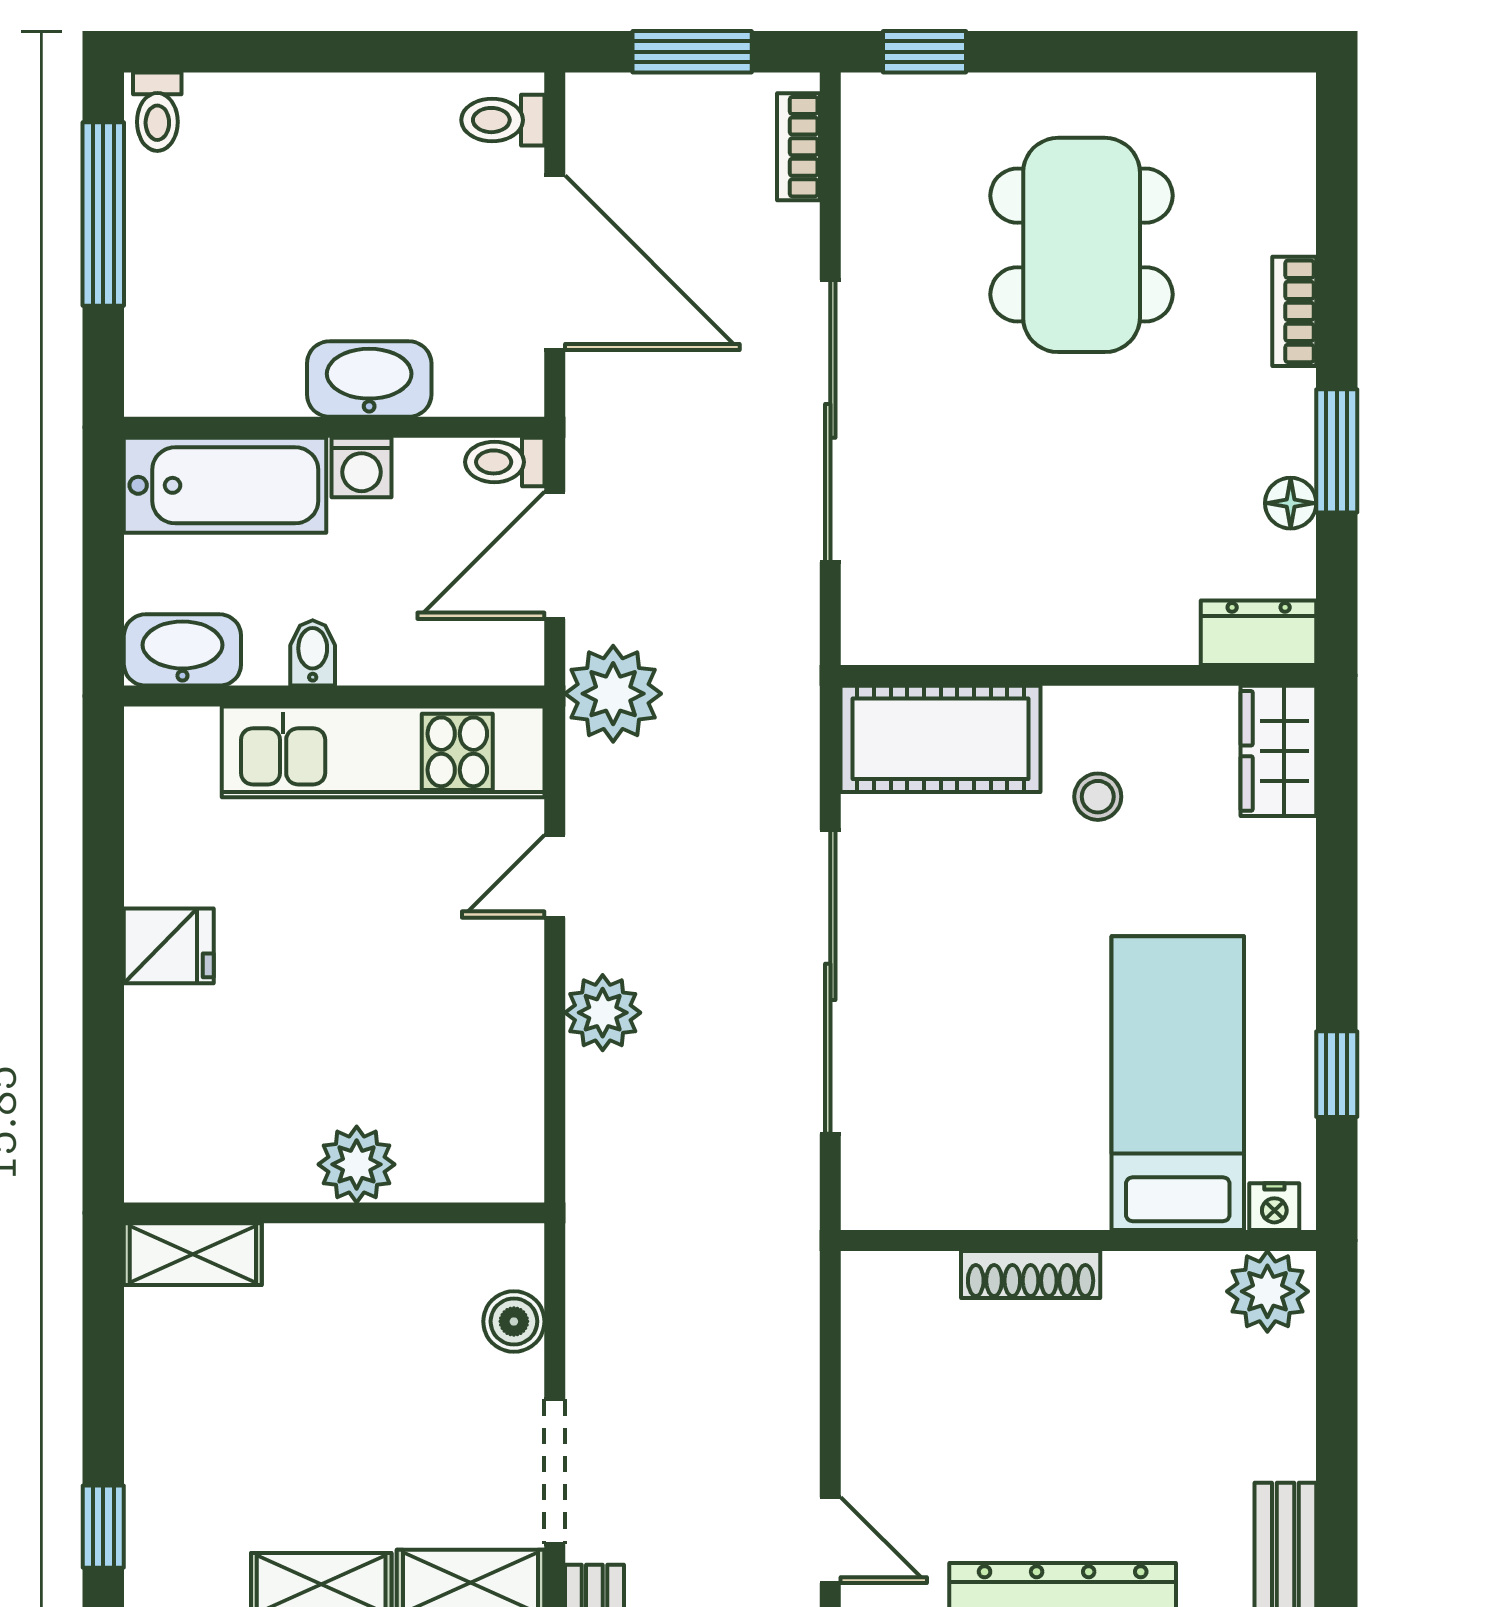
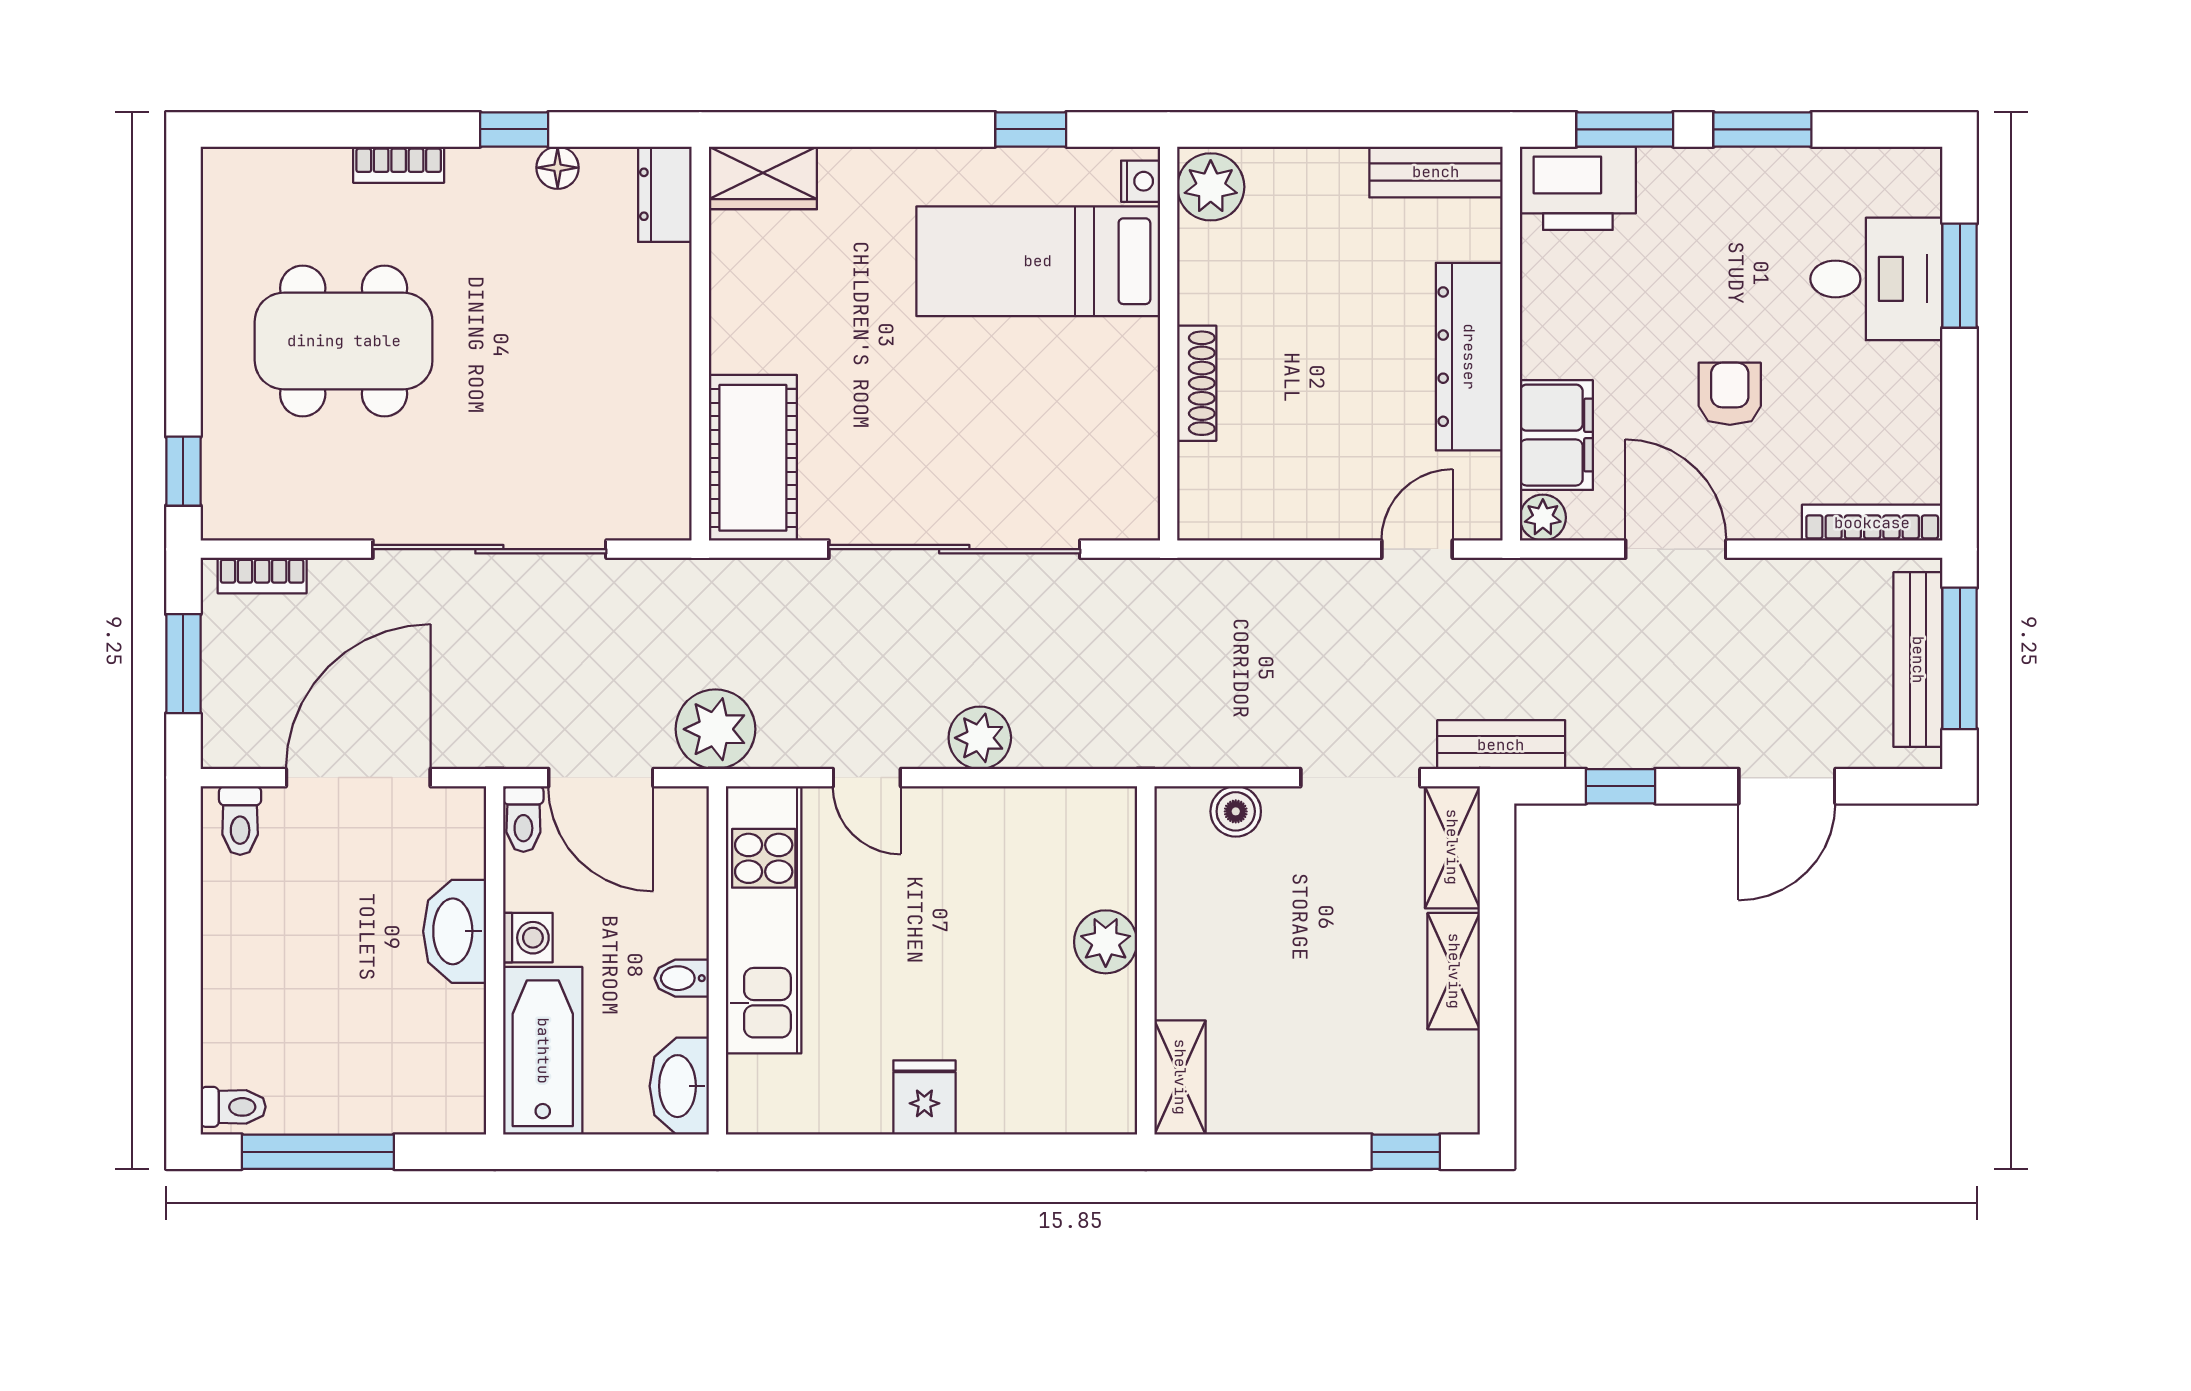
window: (1337, 451) -> (514, 129), width x0.67
stool: (1098, 797) -> (801, 327), removed

